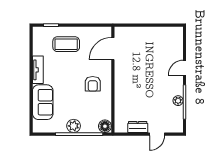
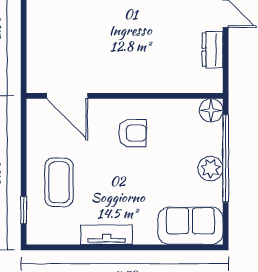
sofa: (43, 102) -> (190, 226), moved

